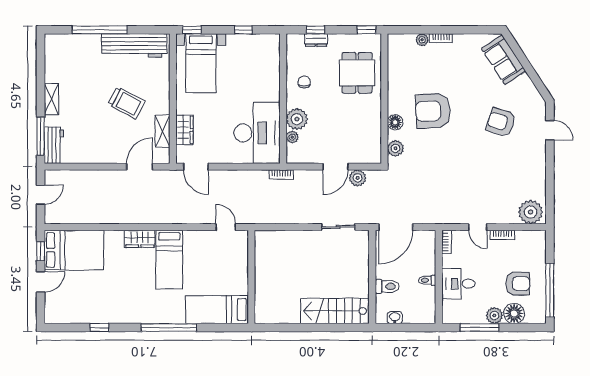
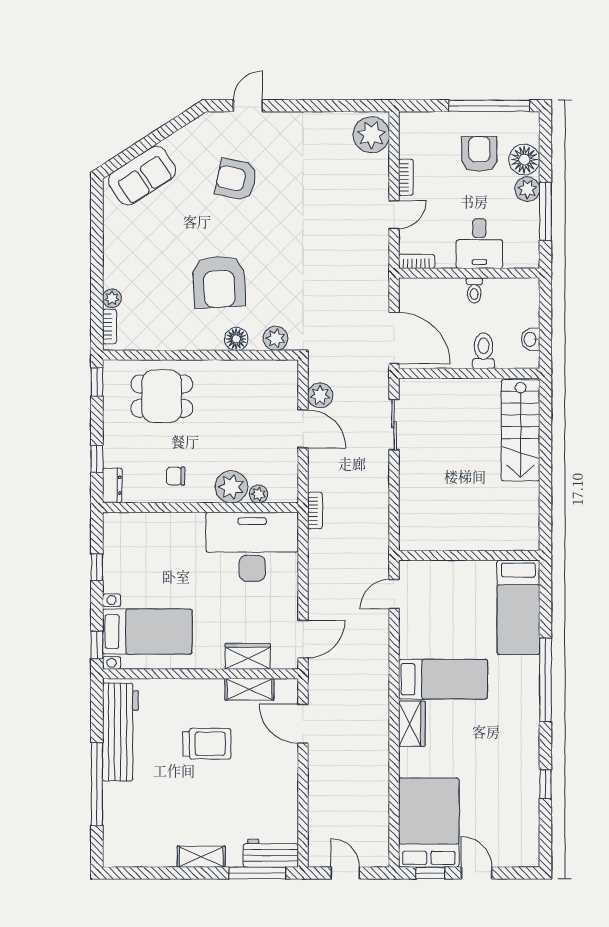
bookcase: (441, 38) -> (109, 327), moved
dresser: (316, 40) -> (112, 485), moved
trolley: (126, 103) -> (207, 744), turned 62
armchair: (501, 122) -> (236, 179), turned 84

